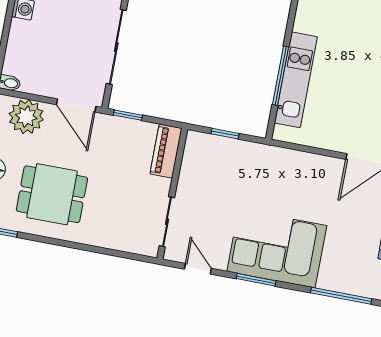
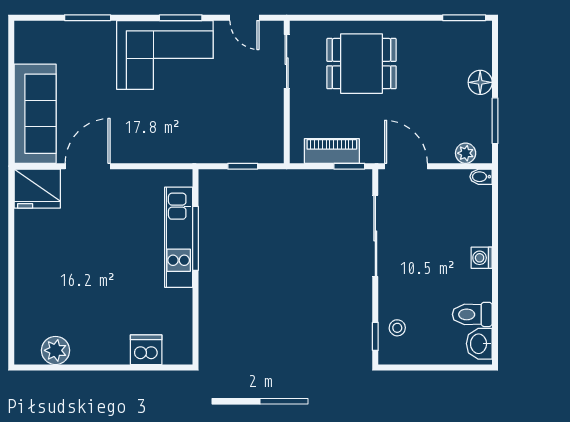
plant: (26, 117) -> (466, 153), width x0.53, depth x0.53
piano: (166, 151) -> (332, 151), moved, turned -90
dining table: (52, 194) -> (362, 64), moved
window: (341, 296) -> (88, 18), width x0.69

